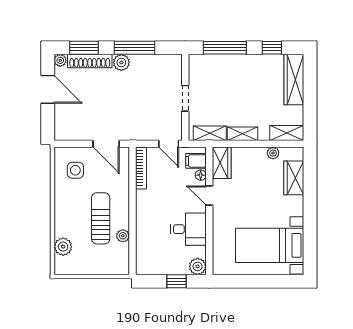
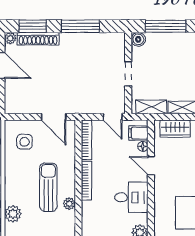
plant: (121, 62) -> (68, 40), removed
boiler: (196, 62) -> (138, 39), added
wardrobe: (222, 163) -> (175, 129), moved, turned 90
bookcase: (141, 211) -> (86, 181), added

